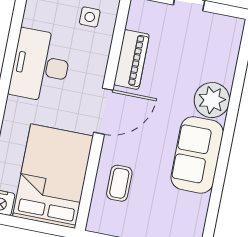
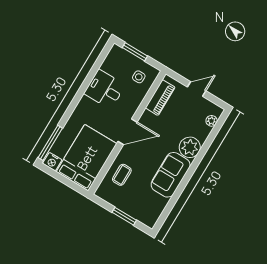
plant: (231, 45) -> (212, 121), added
piano: (132, 60) -> (160, 98), moved
desk: (40, 66) -> (105, 89), width x0.73

